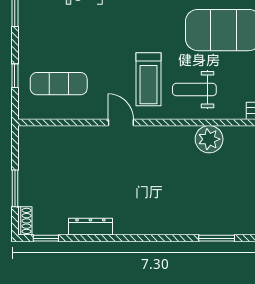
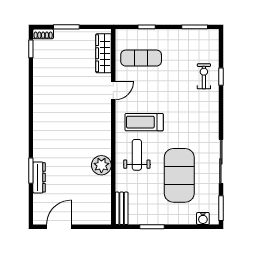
exercise mat: (59, 84) -> (141, 58), turned 90
door: (121, 123) -> (113, 90), moved
wardrobe: (52, 136) -> (104, 53), added
dresser: (90, 227) -> (39, 177), moved

